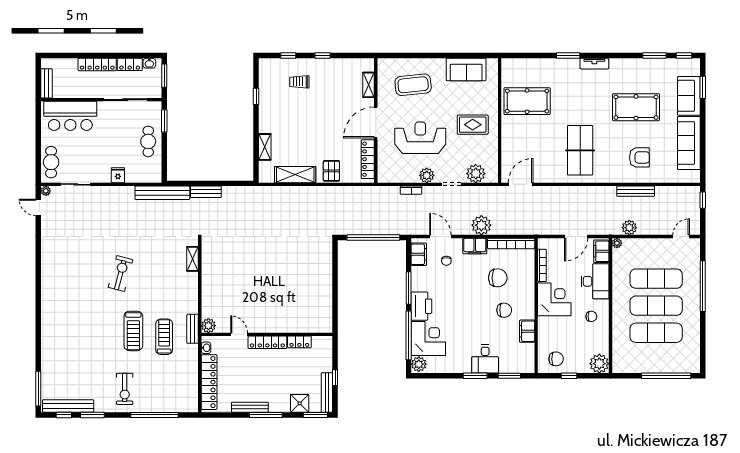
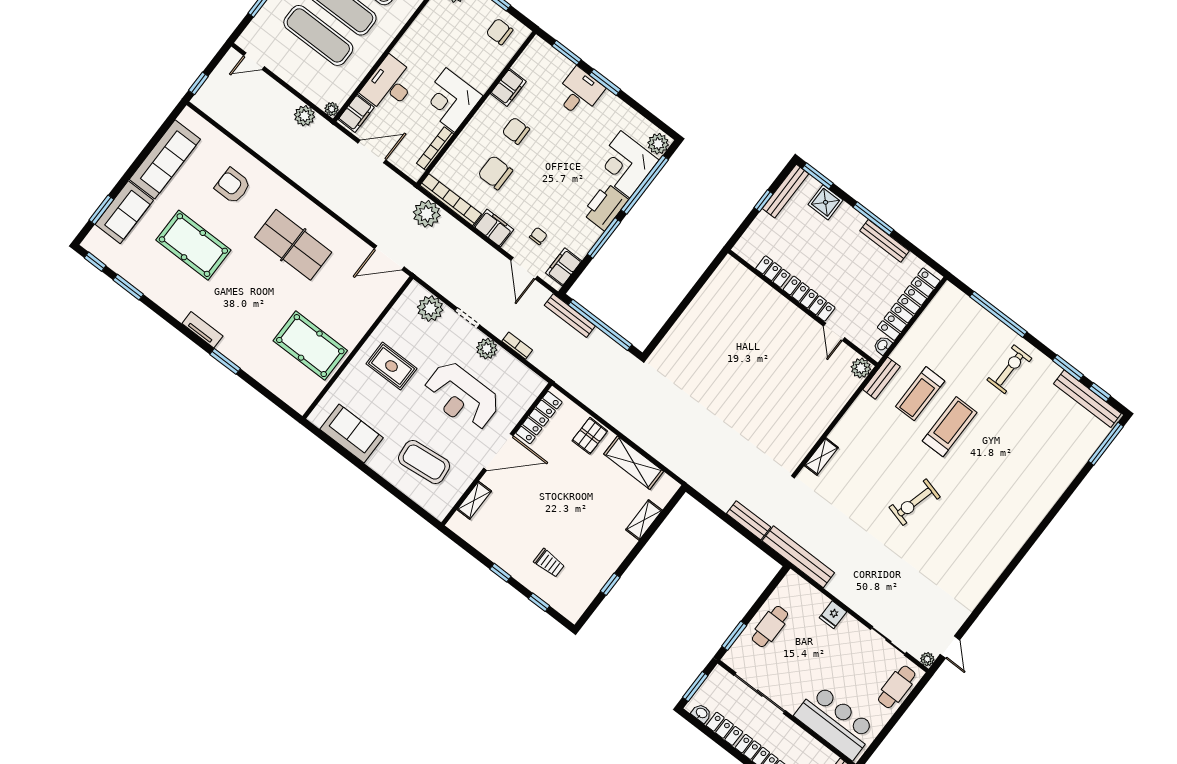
table tennis table: (580, 150) -> (293, 245), turned 90
bench: (636, 191) -> (570, 316), moved
plant: (481, 225) -> (427, 214), moved
chair: (591, 316) -> (424, 49), removed

